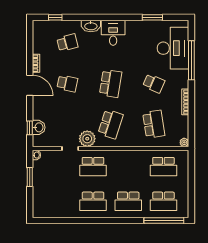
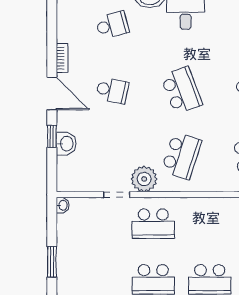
school desk: (111, 83) -> (182, 90), turned -30
washbasin: (39, 127) -> (66, 144), moved
window: (30, 128) -> (52, 136), moved
window: (30, 177) -> (52, 262), moved

